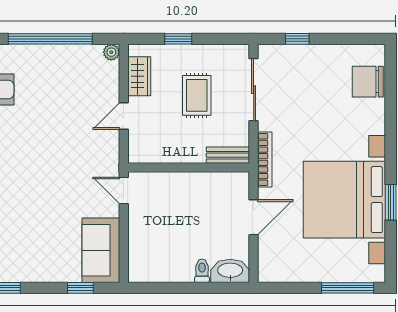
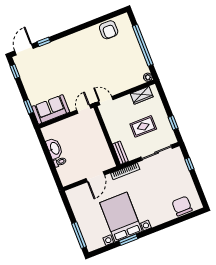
window: (178, 39) -> (173, 123), moved
door: (124, 116) -> (106, 101), moved
bed with nightstands: (344, 200) -> (121, 217), width x0.73
door: (254, 217) -> (95, 177), hinge flipped
washbasin: (230, 271) -> (54, 148), moved

